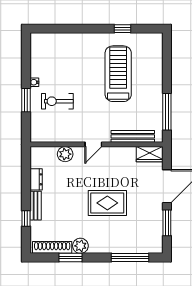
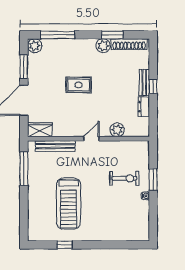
rug: (107, 203) -> (78, 85), width x0.73, depth x0.70
window: (26, 218) -> (153, 87), moved
plant: (155, 246) -> (35, 46), added

